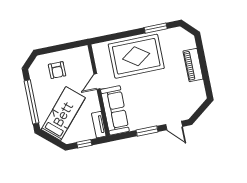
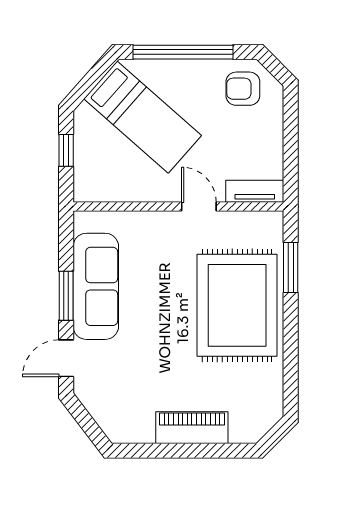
window: (156, 28) -> (291, 268), moved
armchair: (57, 70) -> (243, 89), moved
sofa: (115, 110) -> (96, 286), moved, turned -90
tv unit: (99, 125) -> (255, 191), moved

